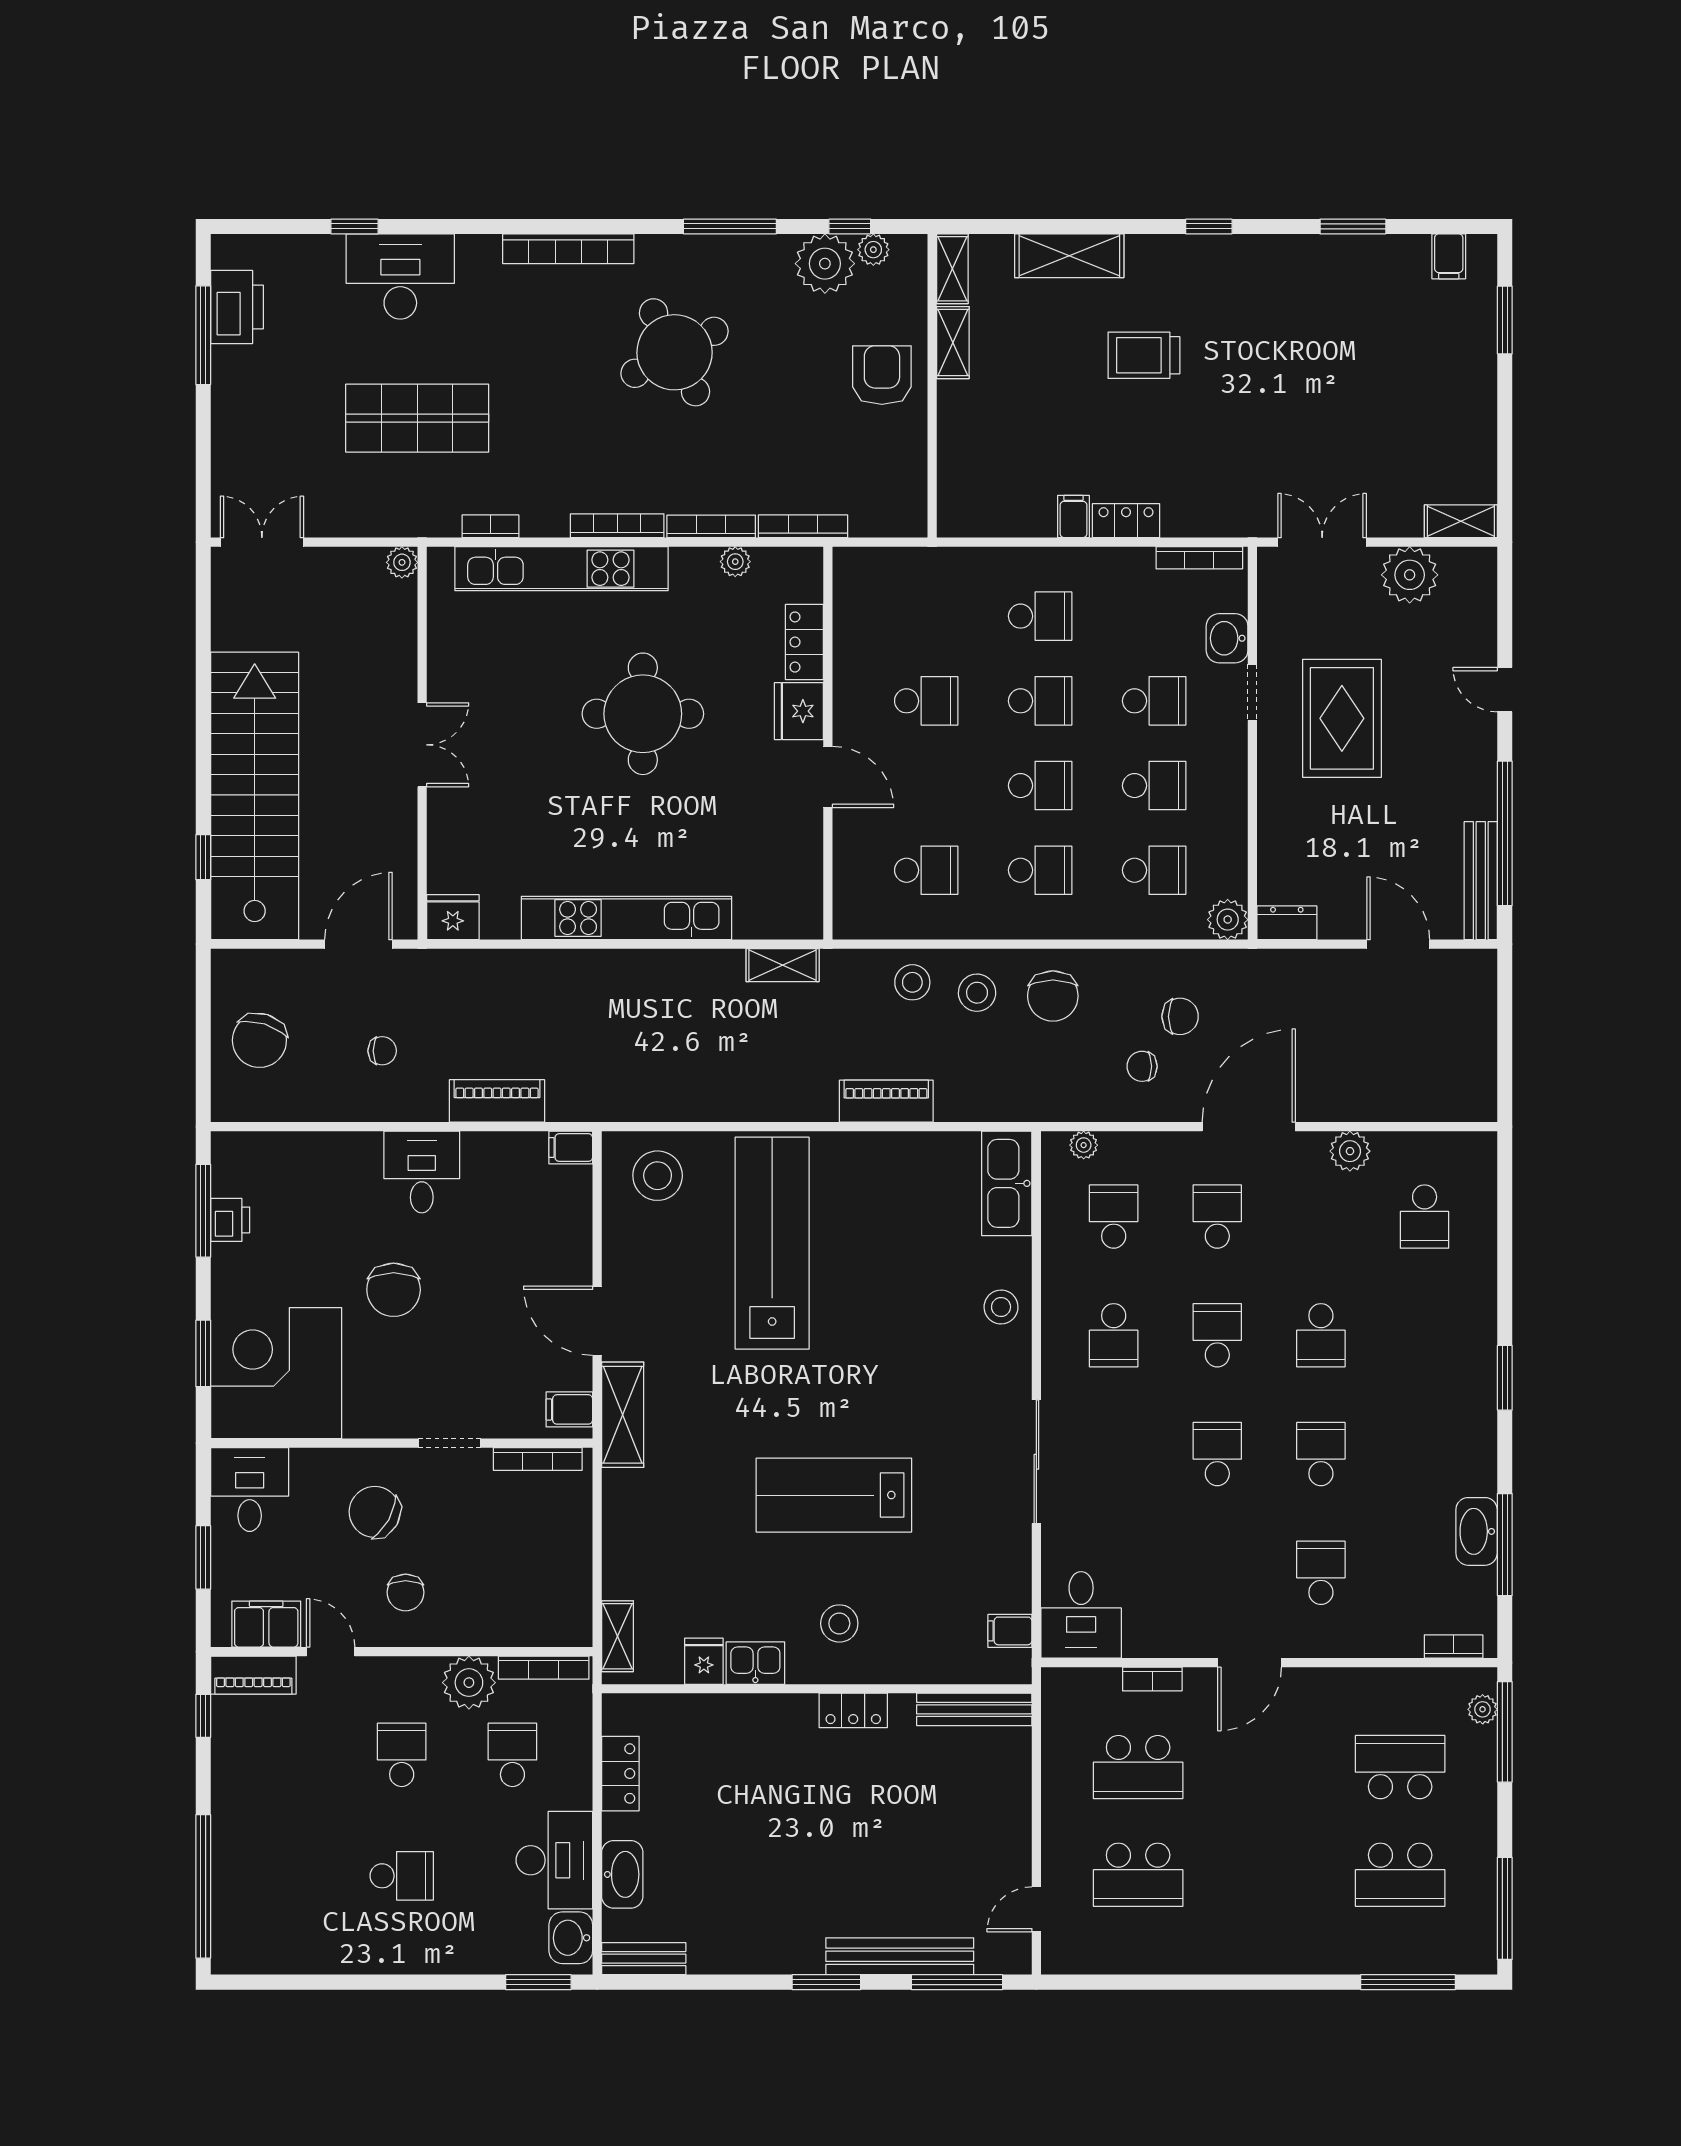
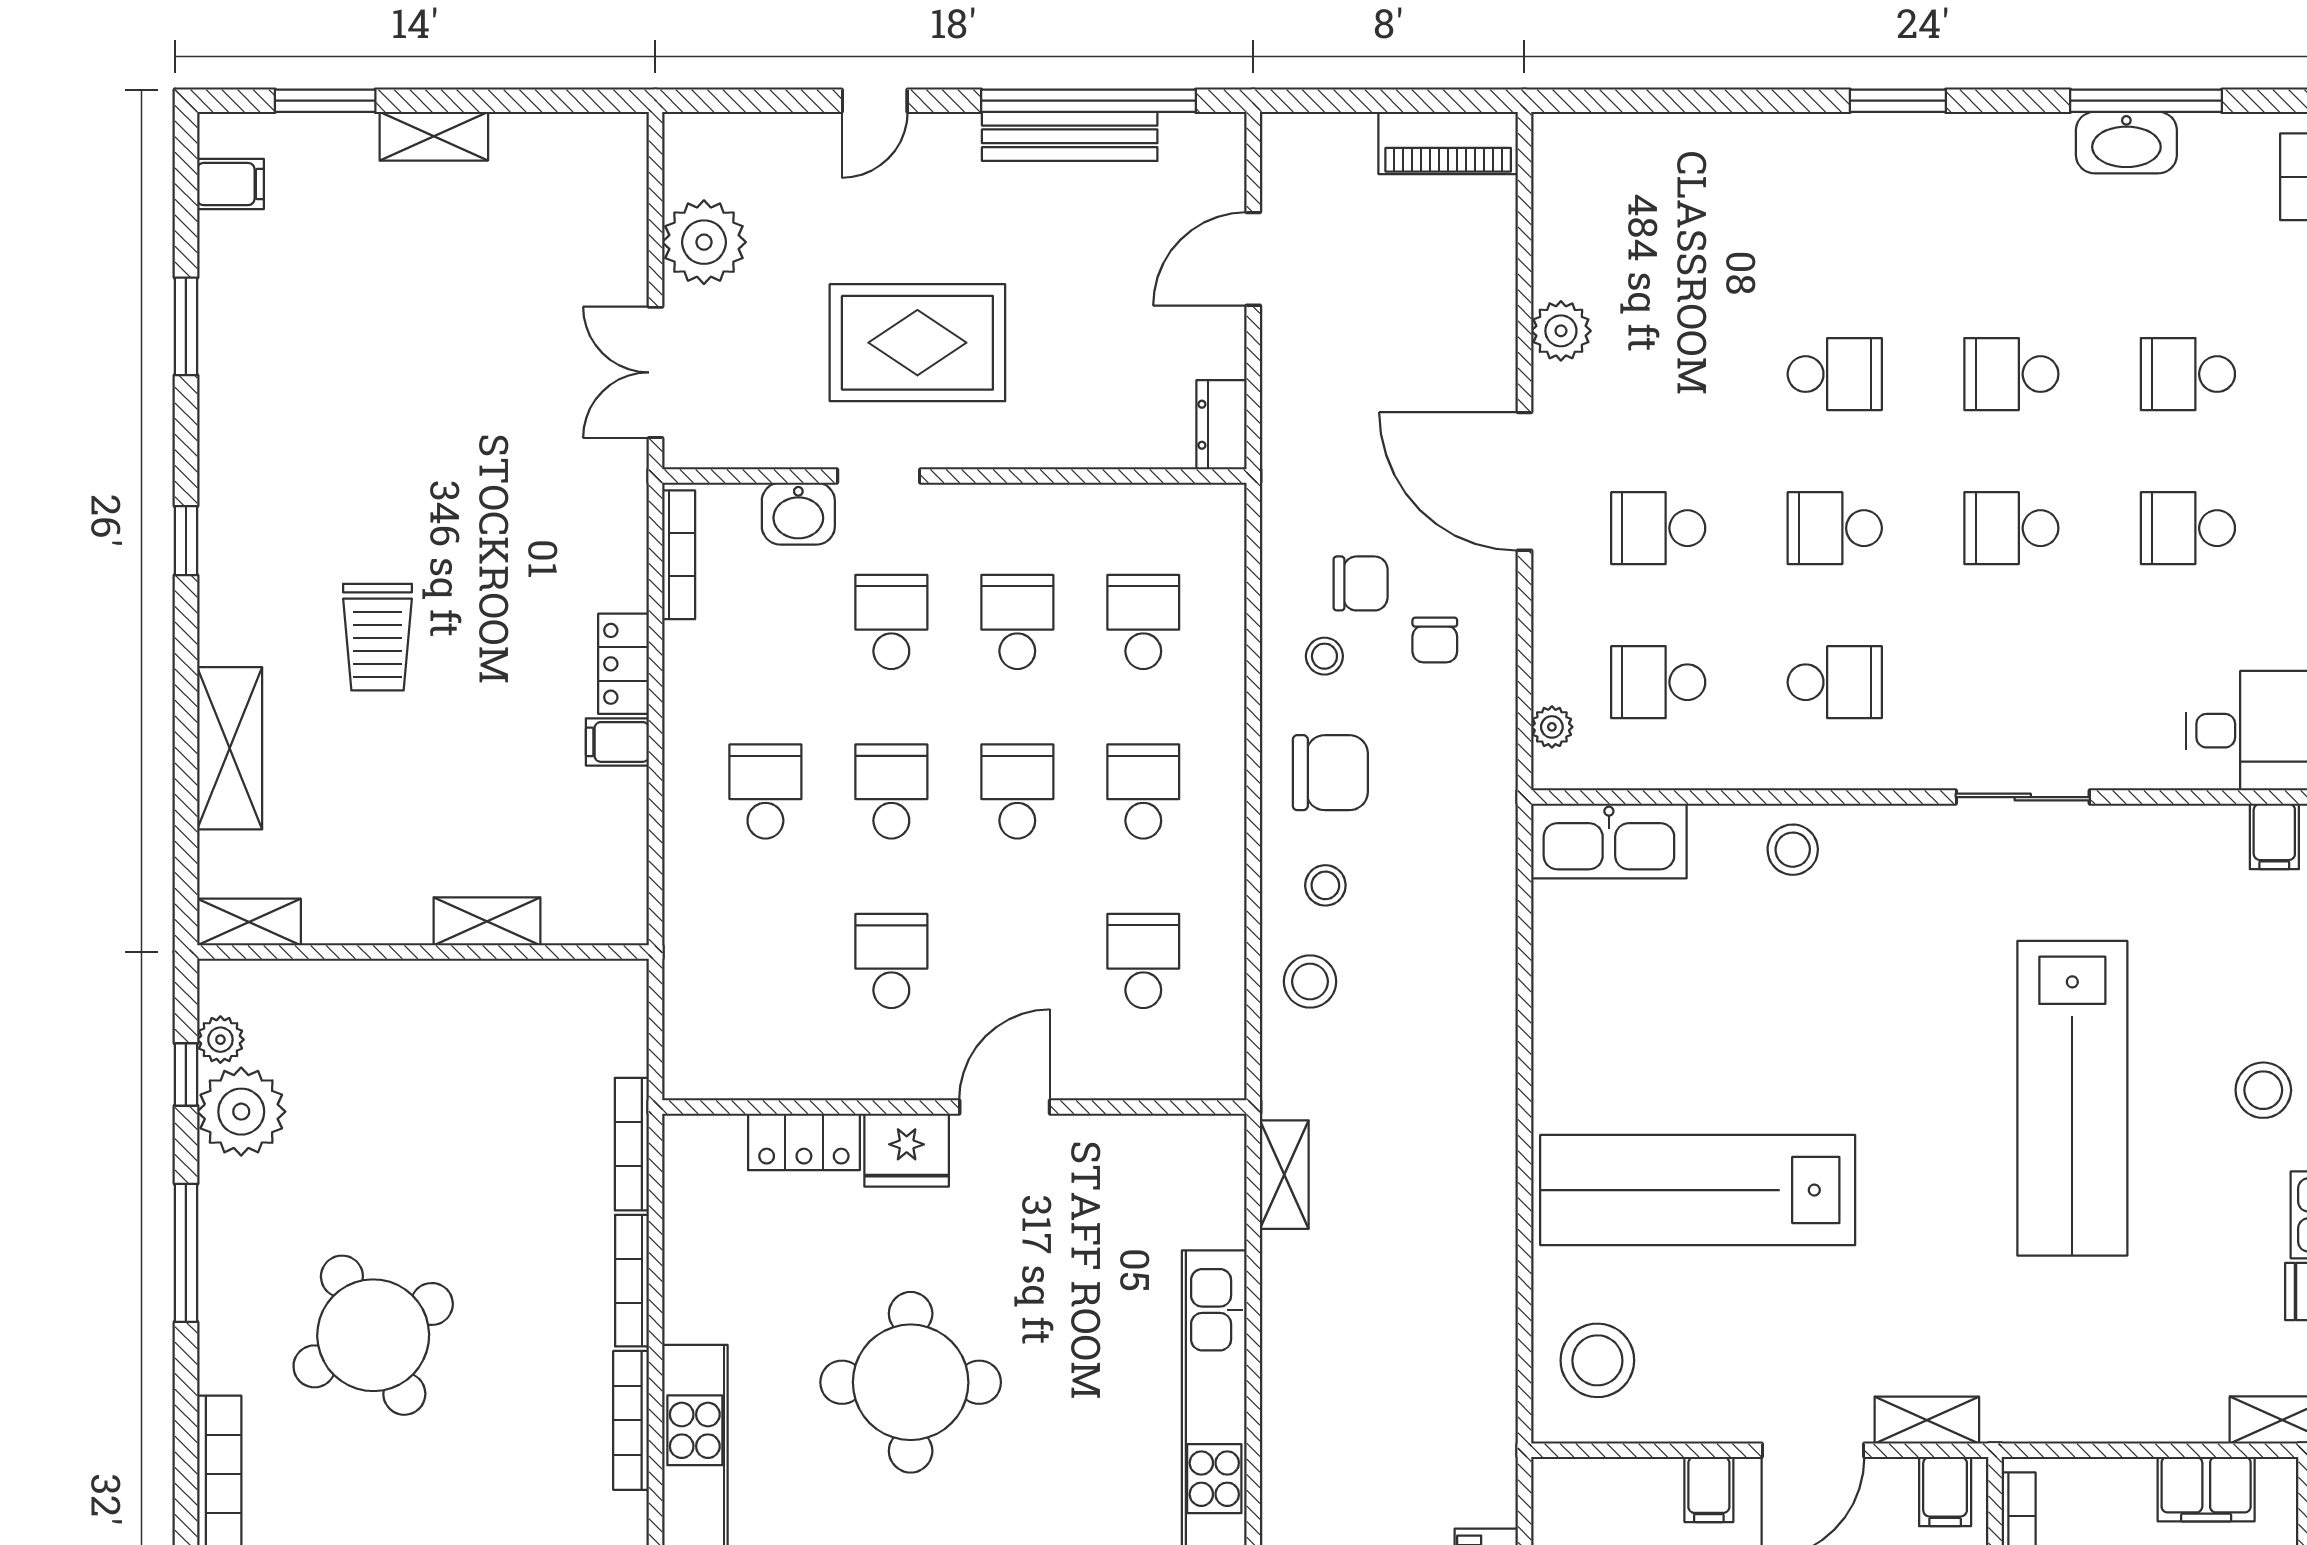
shelving: (953, 343) -> (487, 921), moved
armchair: (882, 375) -> (407, 1027), removed
shelving: (1461, 521) -> (434, 136), moved, turned 90
plant: (735, 562) -> (684, 1245), removed
bench: (1481, 881) -> (1070, 136), moved
plant: (1228, 920) -> (1217, 513), removed
stool: (1131, 992) -> (1324, 656), added
stool: (977, 993) -> (1325, 885), width x0.73, depth x0.73
chair: (1180, 1016) -> (1361, 583), turned 90
piano: (886, 1101) -> (1448, 143), moved, turned -90
filing cabinet: (571, 1148) -> (1709, 1489), moved
school desk: (1425, 1217) -> (2188, 528), moved, turned 180
shelving: (623, 1415) -> (1927, 1420), width x0.67, depth x0.75
sliding door: (1036, 1462) -> (2023, 797), width x0.73
lab bench: (834, 1495) -> (2072, 1098), width x1.36
filing cabinet: (571, 1585) -> (2206, 1489), added

